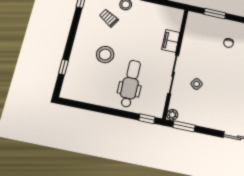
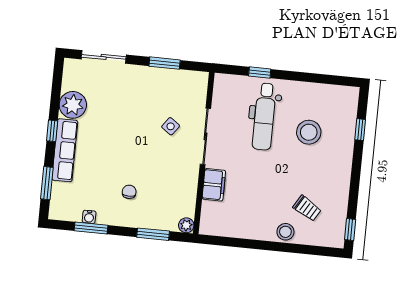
stool: (105, 54) -> (309, 132), moved
plant: (172, 115) -> (186, 225), moved
window: (147, 119) -> (260, 73), moved
window: (184, 126) -> (165, 63), moved

